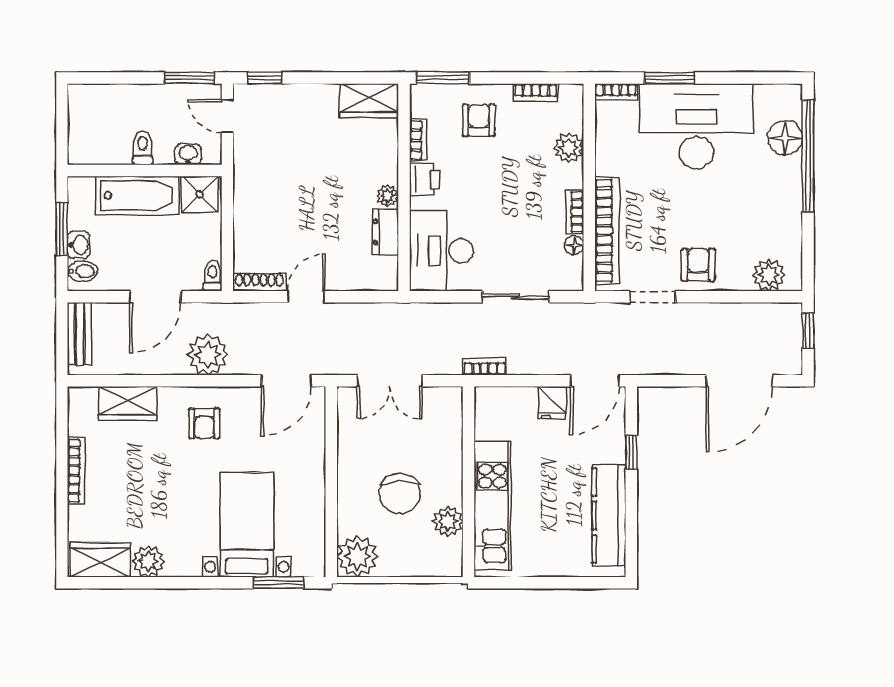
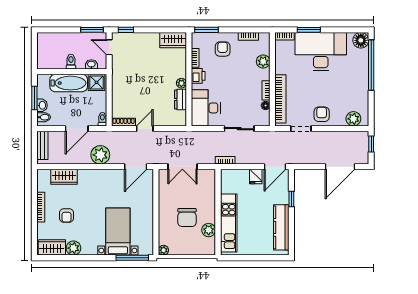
floor lamp: (785, 138) -> (361, 40), moved
armchair: (204, 423) -> (67, 216), moved
plant: (357, 556) -> (163, 250), width x0.53, depth x0.53
window: (279, 583) -> (132, 258), width x1.44

